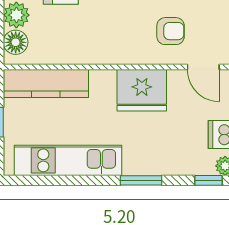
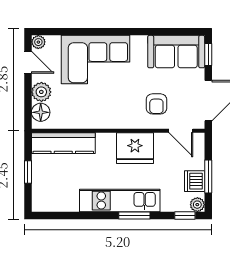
armchair: (171, 31) -> (156, 104), turned 90
kitchen unit: (68, 160) -> (120, 201), moved

